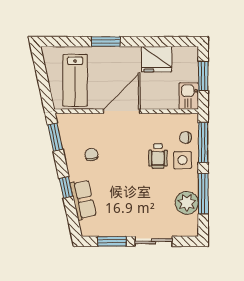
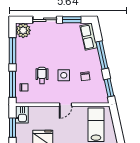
door: (122, 111) -> (66, 105), width x0.53
side table: (182, 160) -> (64, 75), moved
window: (66, 187) -> (102, 55), width x2.17
row of seats: (83, 200) -> (89, 37), moved
plant: (187, 203) -> (23, 30), moved

